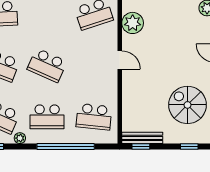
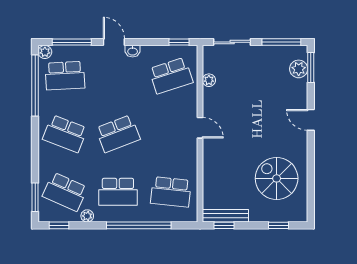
plant: (133, 23) -> (209, 80), width x0.53, depth x0.53
school desk: (47, 65) -> (118, 134), turned -45

